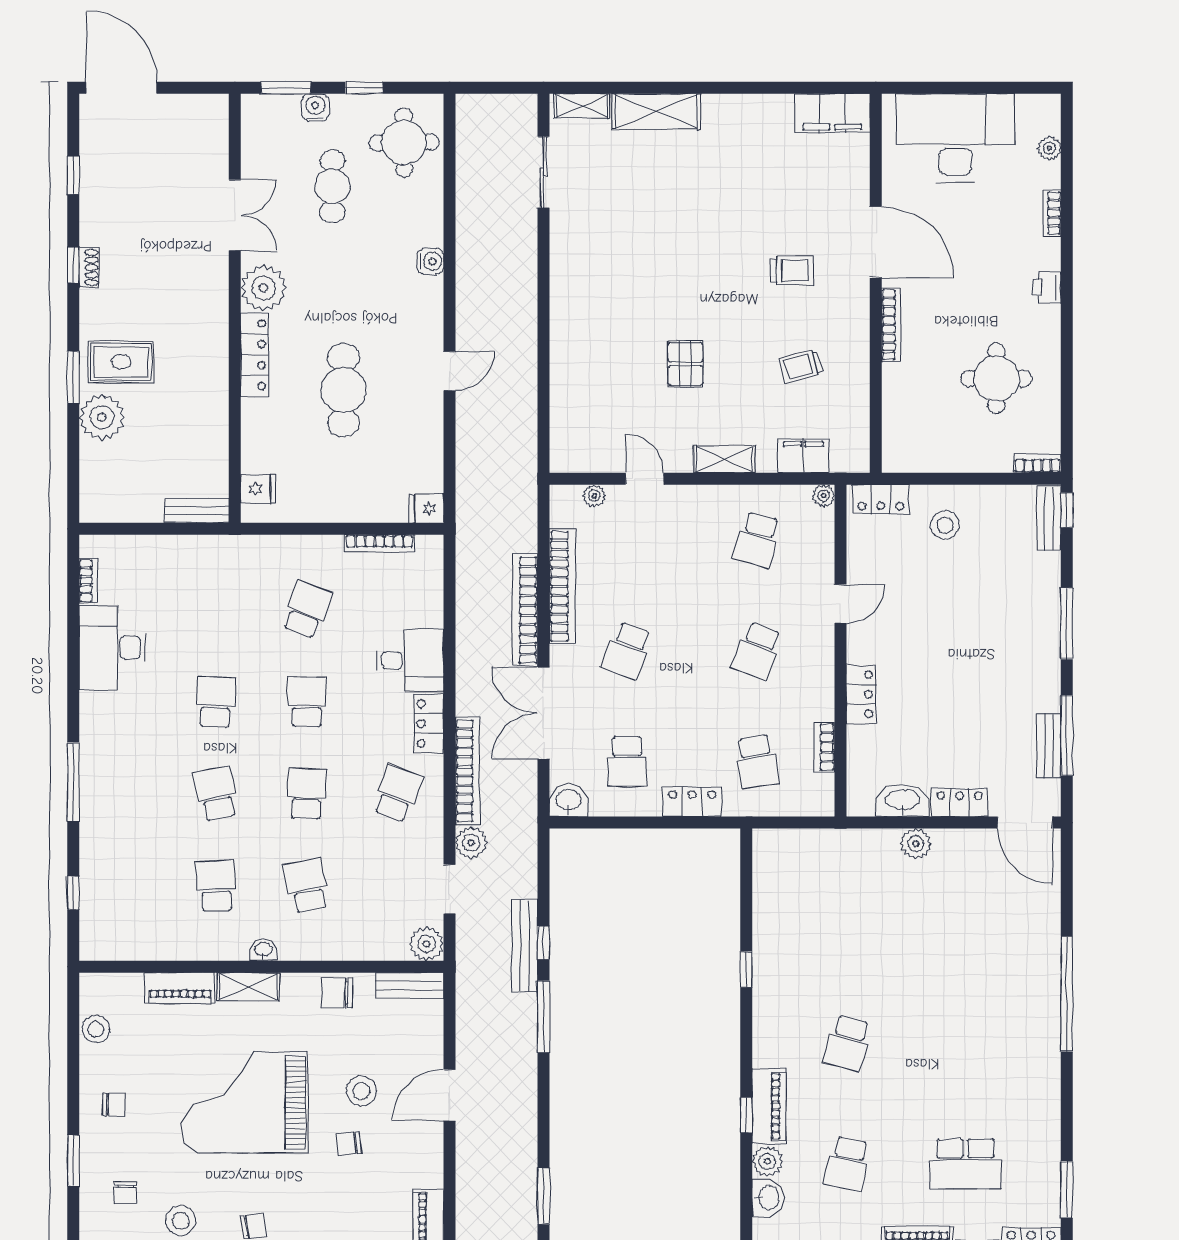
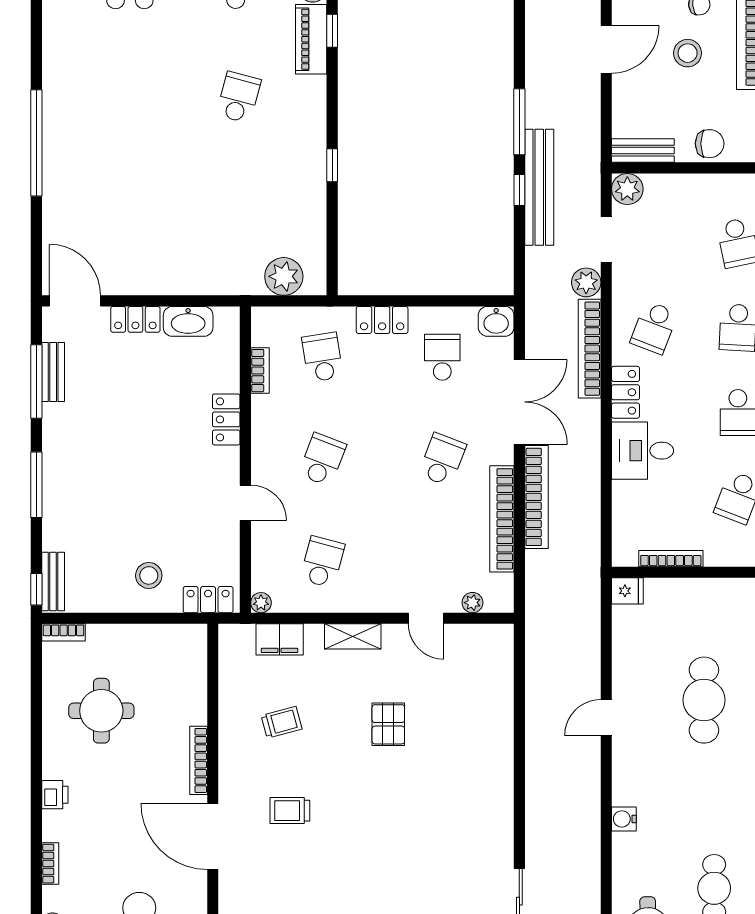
door: (840, 604) -> (245, 503), swing flipped
plant: (916, 844) -> (284, 276), moved, width x1.36, depth x1.36
bench: (525, 946) -> (539, 187), width x1.37, depth x1.21

